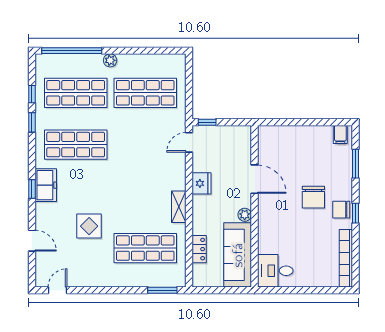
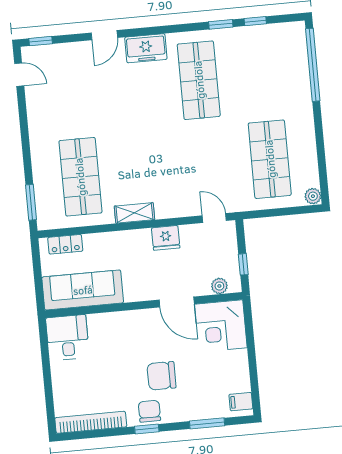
plant: (110, 60) -> (313, 196), moved
shop shelf: (76, 93) -> (262, 74), removed
window: (207, 122) -> (243, 264), moved
corner desk: (277, 145) -> (221, 326), added
door: (254, 179) -> (177, 302), hinge flipped
window: (32, 189) -> (41, 41), moved
plant: (245, 215) -> (219, 286), moved
display table: (89, 226) -> (101, 106), removed
door: (32, 241) -> (104, 35), moved
locker: (199, 249) -> (65, 244), moved

